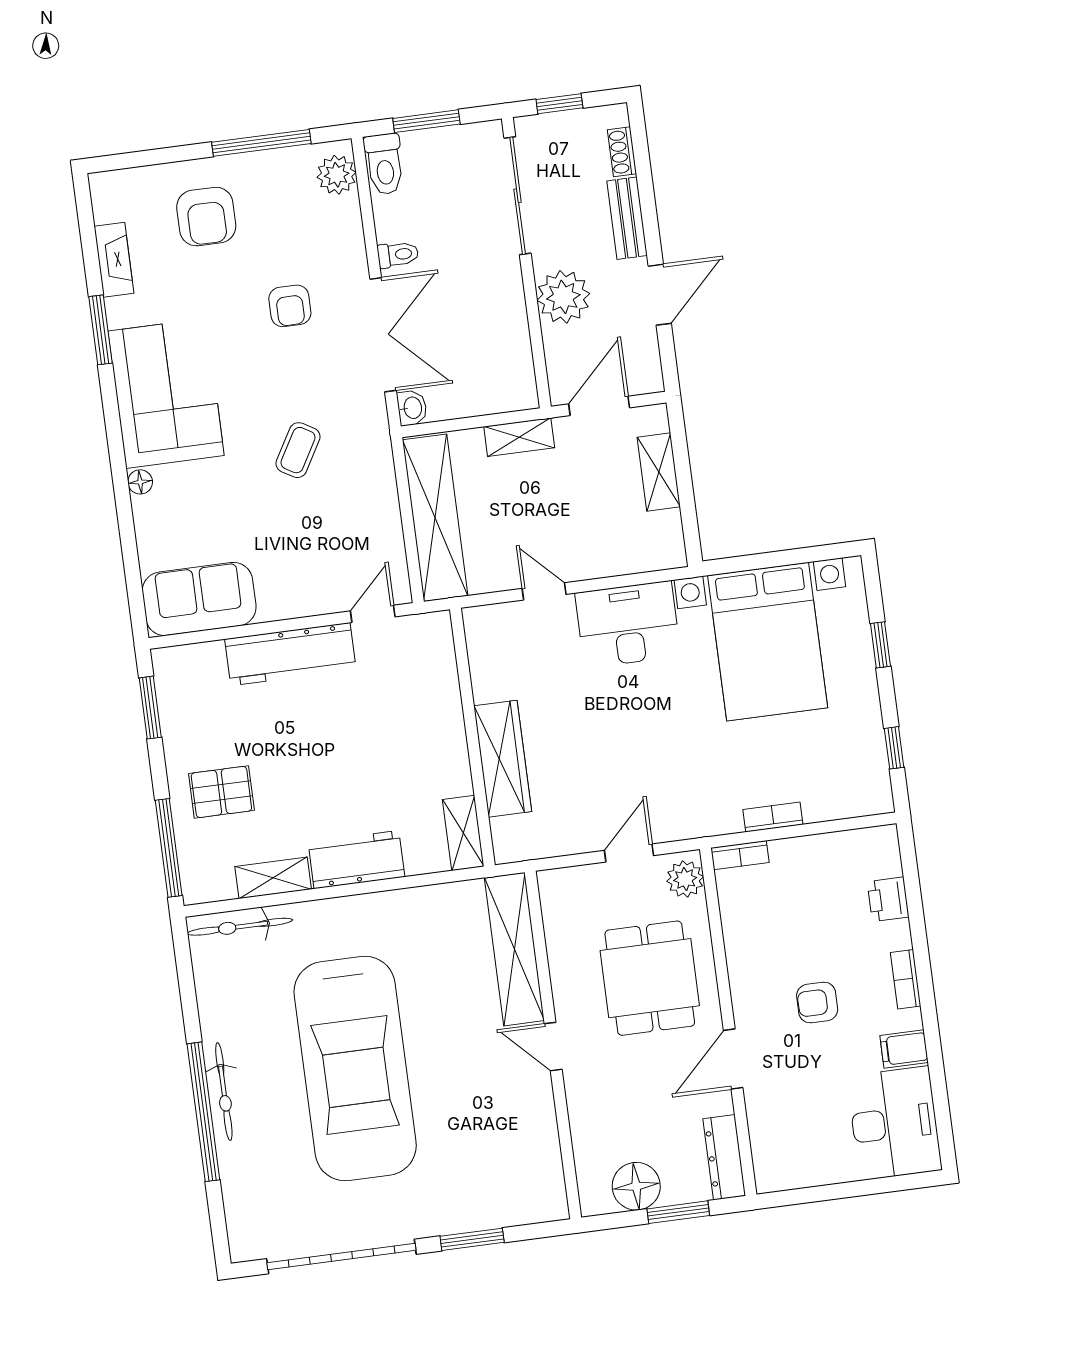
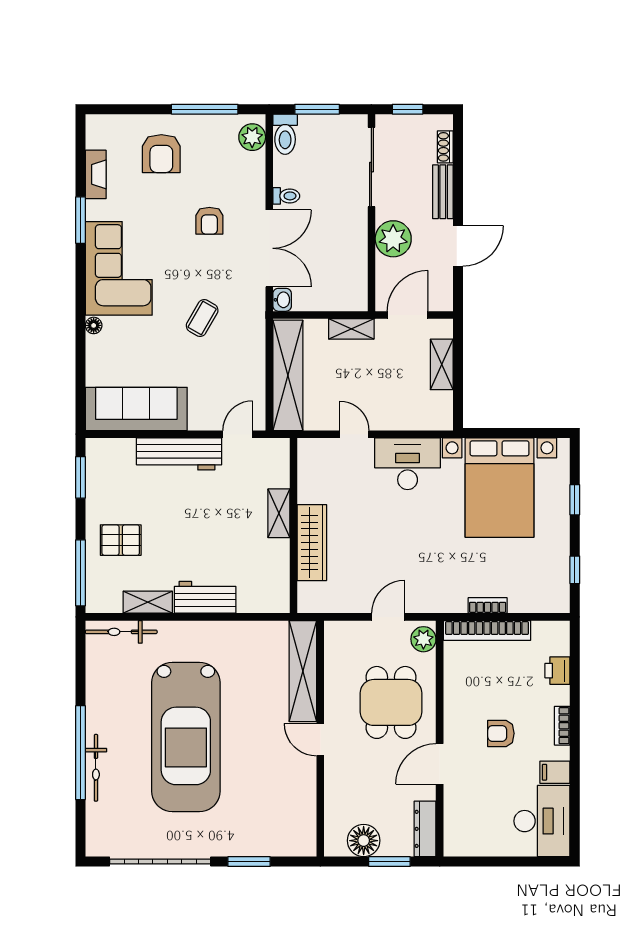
sofa: (199, 599) -> (136, 409), width x1.36
shelving: (463, 833) -> (279, 513), moved
bookcase: (740, 855) -> (487, 630), width x2.31, depth x1.31
bicycle: (224, 1092) -> (96, 768), moved

